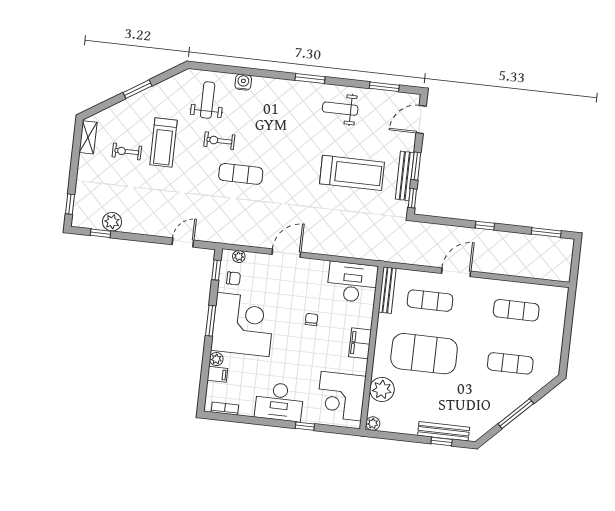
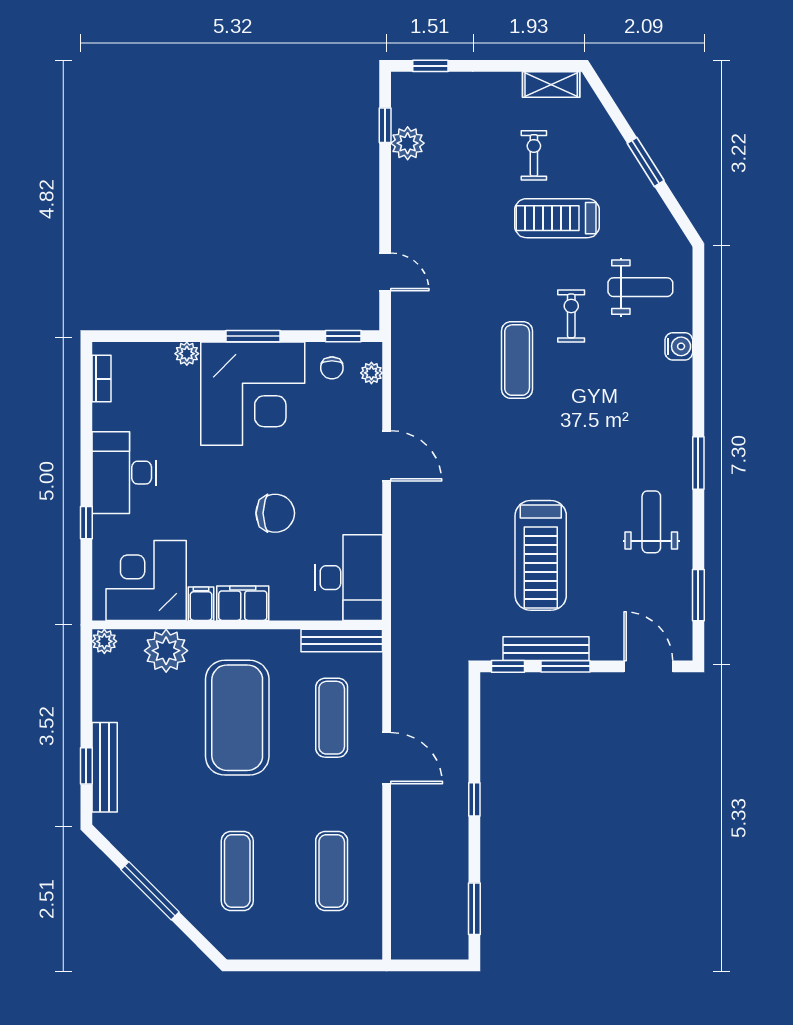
chair: (312, 319) -> (275, 513), width x1.87, depth x1.87
filing cabinet: (217, 374) -> (201, 604), moved, turned 180

